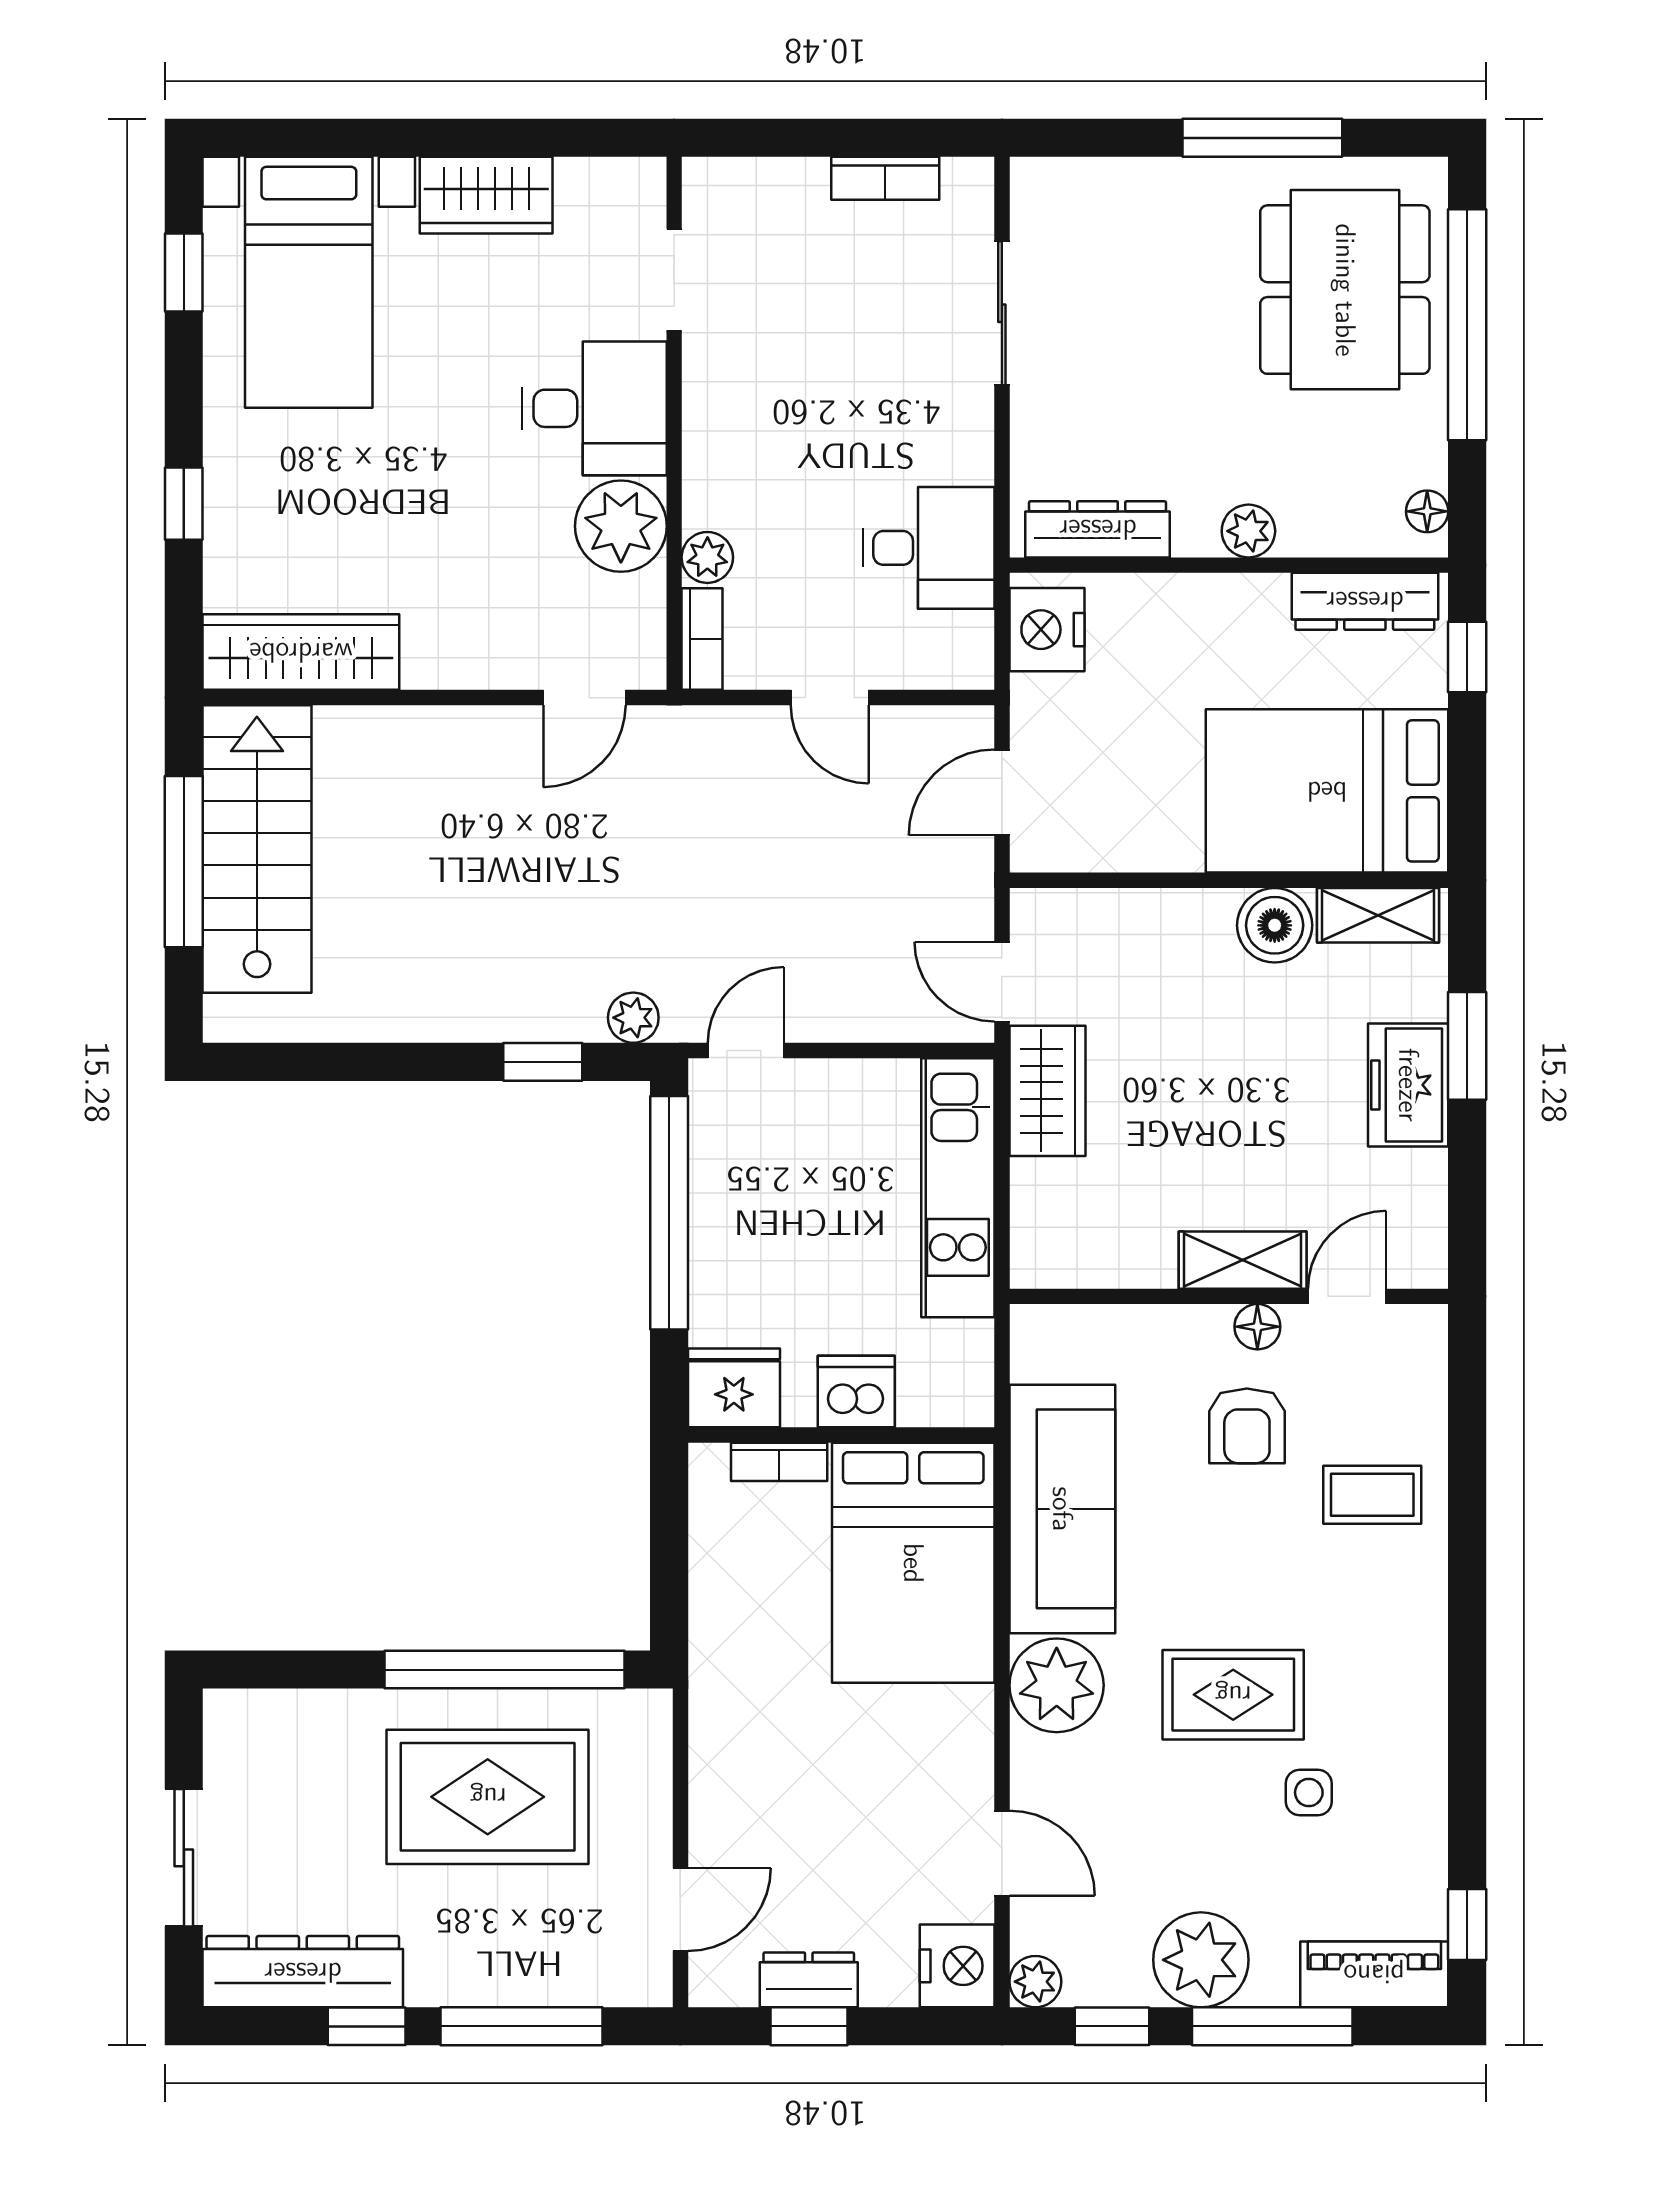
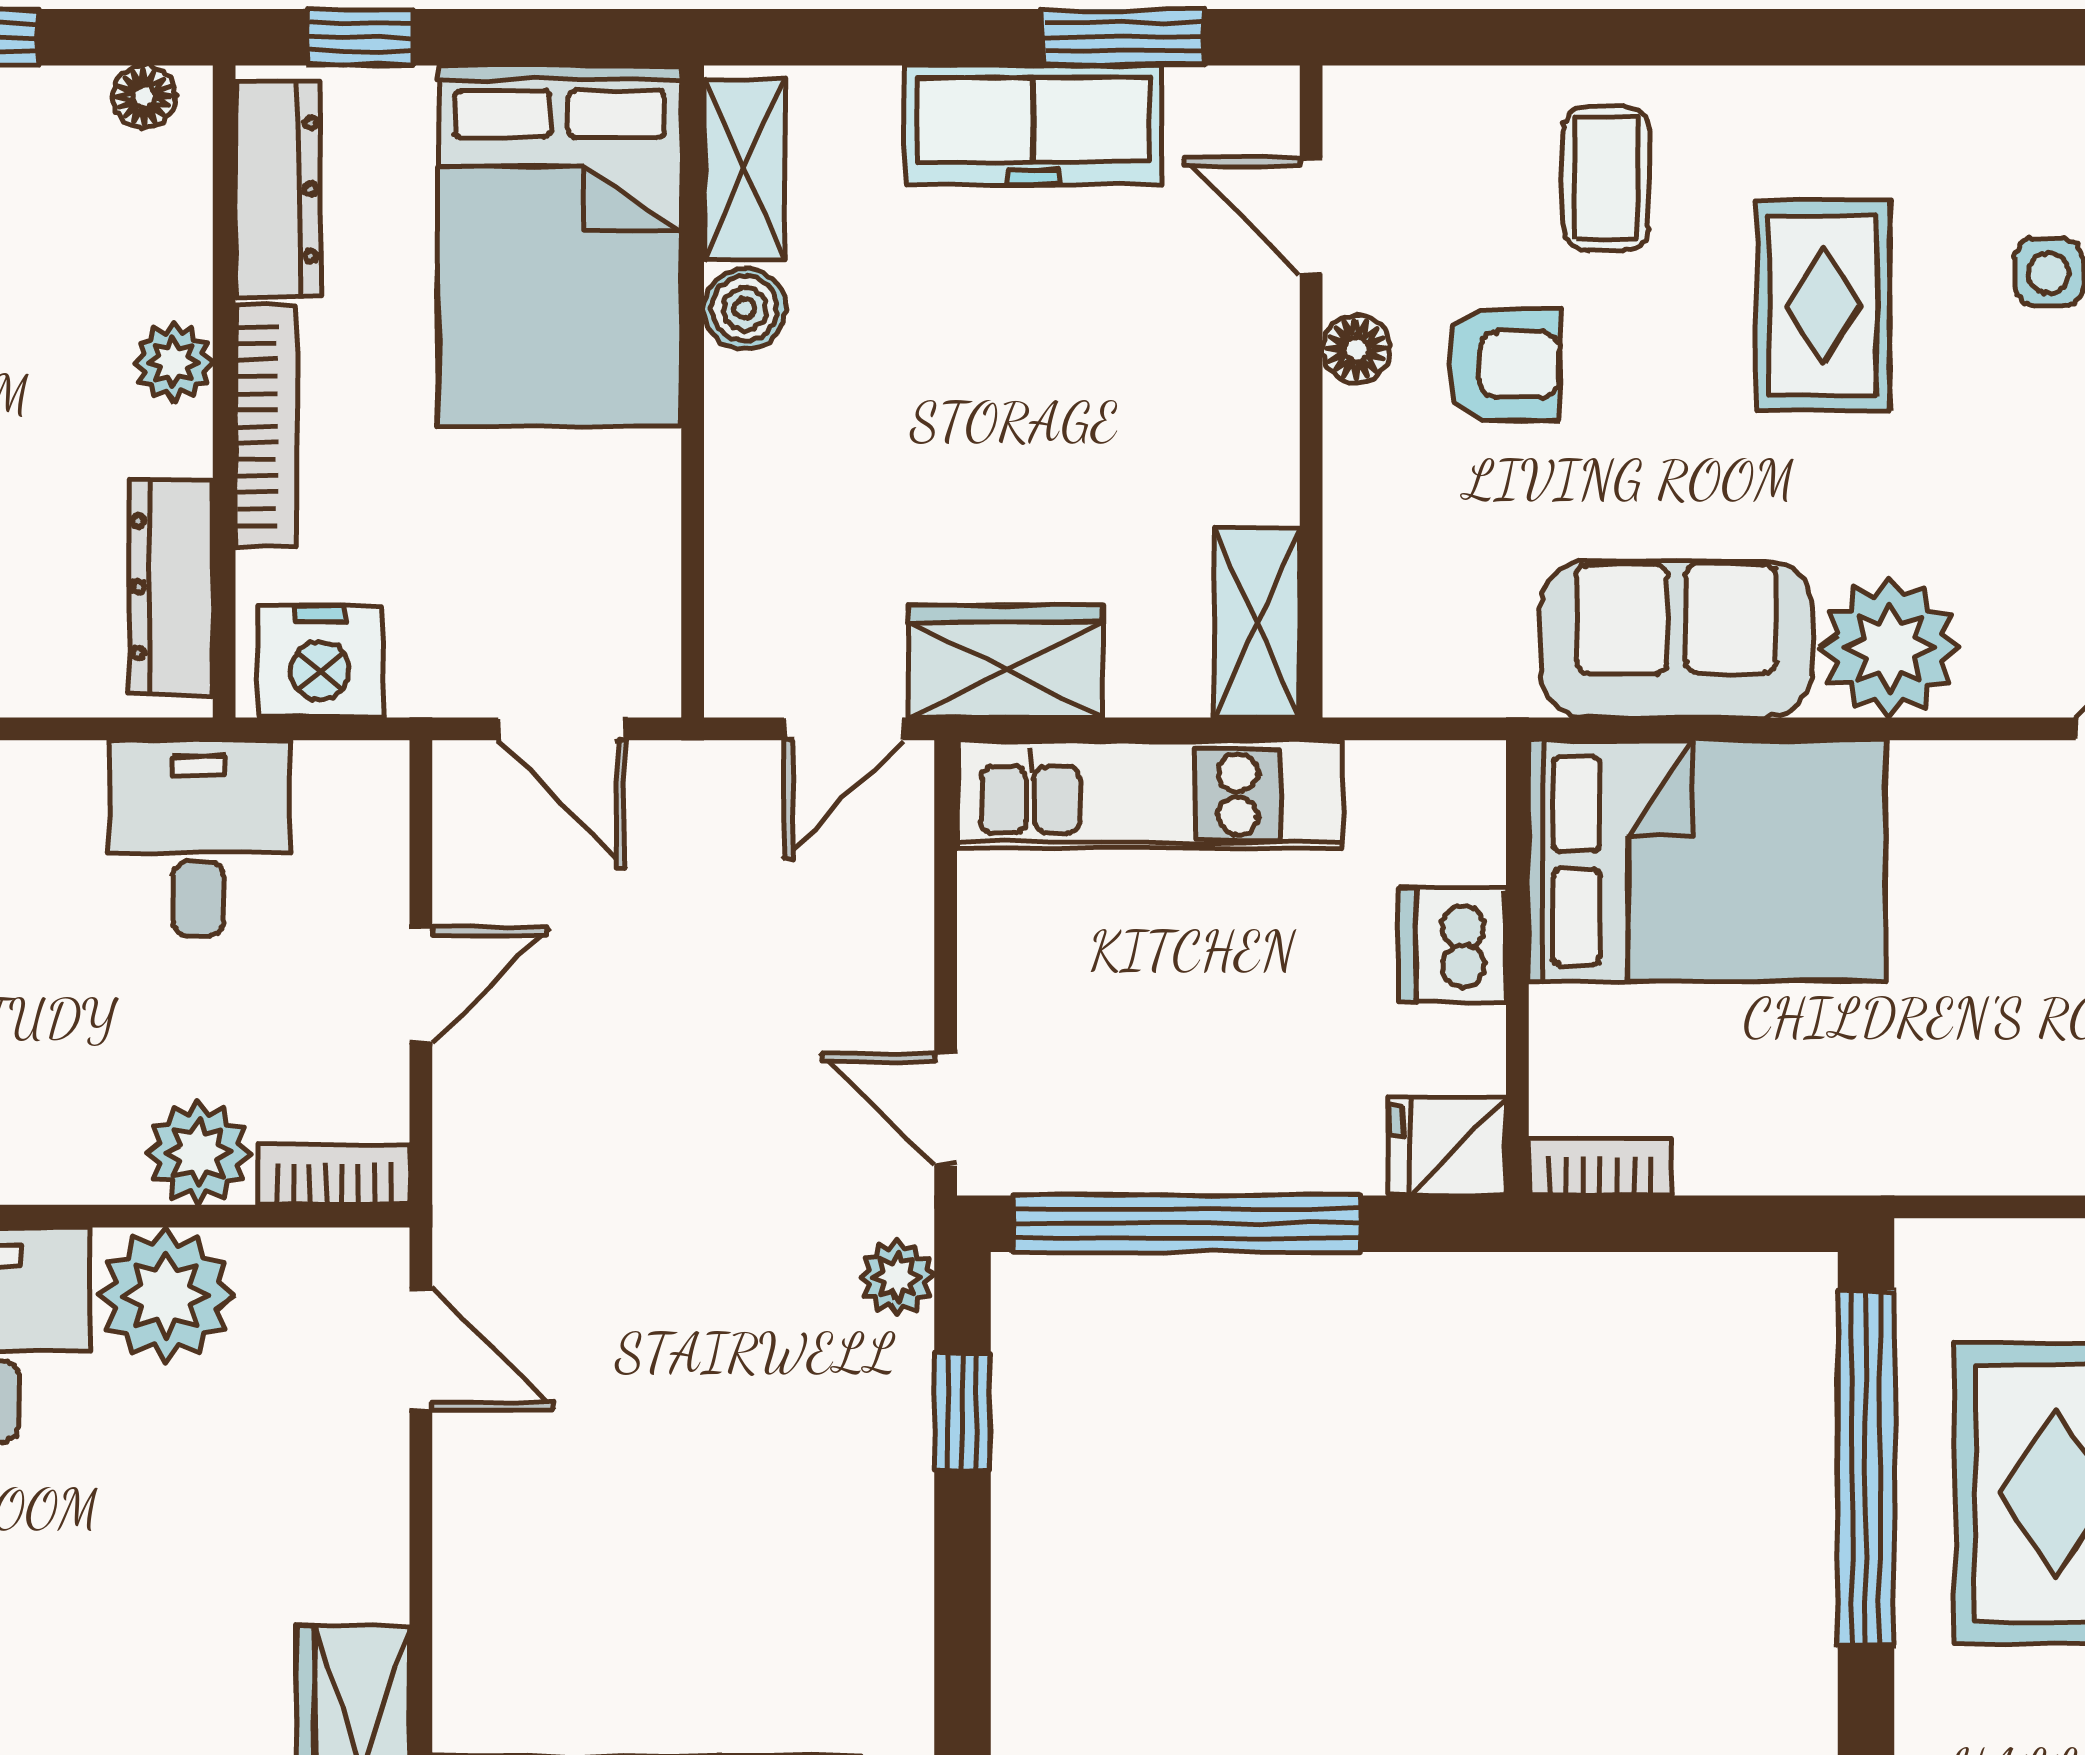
plant: (707, 557) -> (198, 1153), width x1.38, depth x1.38
bookcase: (1206, 593) -> (266, 426), added
boiler: (1275, 925) -> (745, 309), width x0.73, depth x0.73
window: (1467, 1046) -> (1124, 37), moved
freezer: (1408, 1085) -> (1034, 125), width x1.40
shelving: (1243, 1260) -> (1257, 623), moved
fridge: (734, 1388) -> (1447, 1146), width x0.72
bookcase: (779, 1462) -> (1600, 1167), moved, turned -90
sofa: (1062, 1509) -> (1676, 639), width x0.73
rug: (1233, 1695) -> (1823, 305), moved

